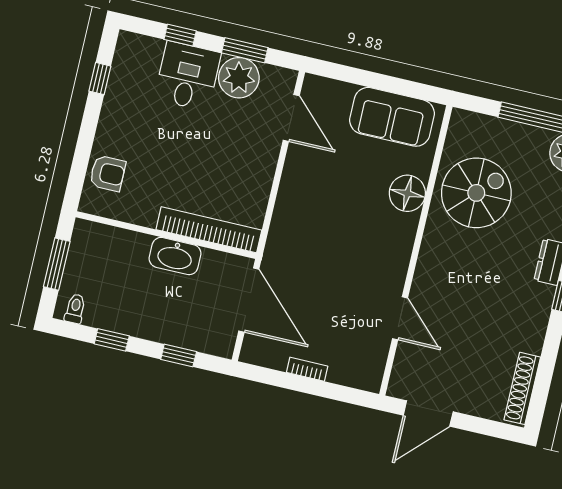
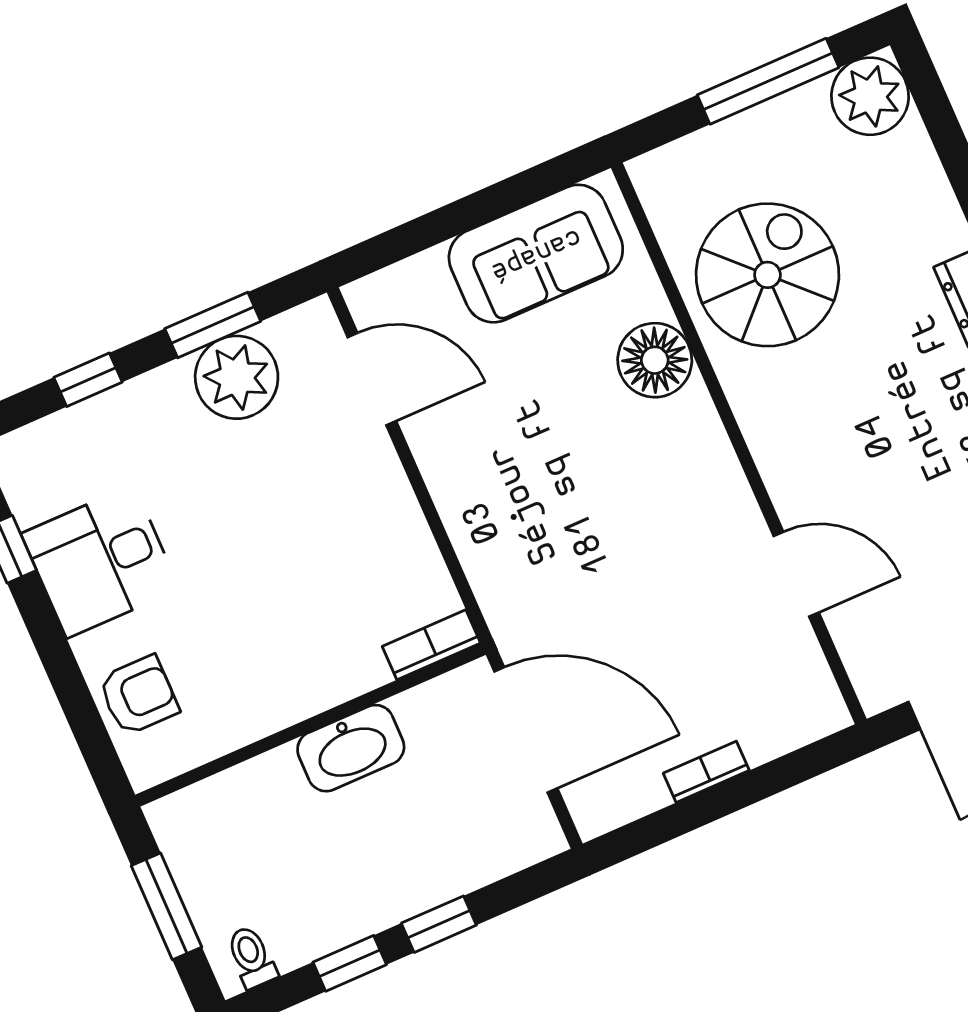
desk: (188, 76) -> (100, 561), moved, turned -90
bookcase: (209, 230) -> (431, 645), width x0.43, depth x0.76
window: (179, 355) -> (439, 924), moved

